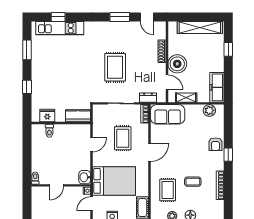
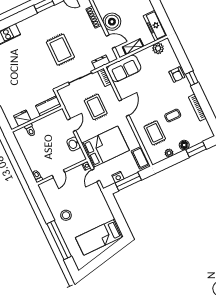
washbasin: (85, 177) -> (74, 144), moved

